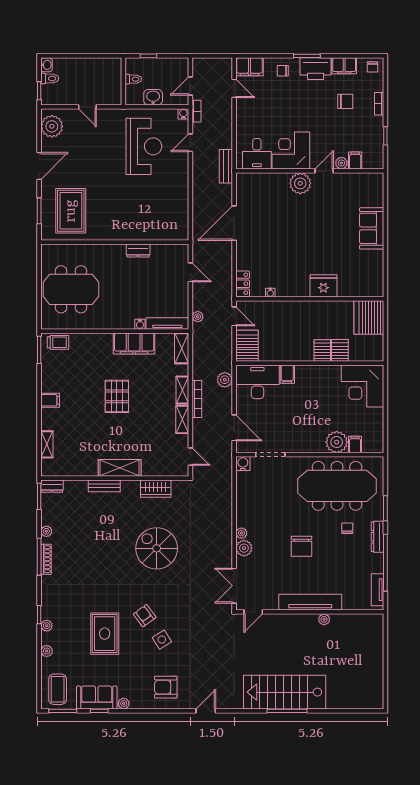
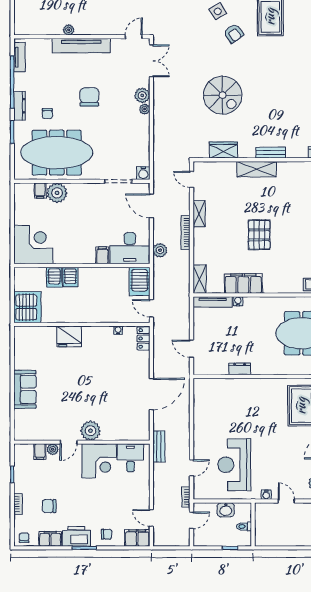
water cooler: (183, 114) -> (266, 495), moved
plant: (198, 317) -> (185, 308), removed
shelving: (182, 390) -> (199, 241), removed

